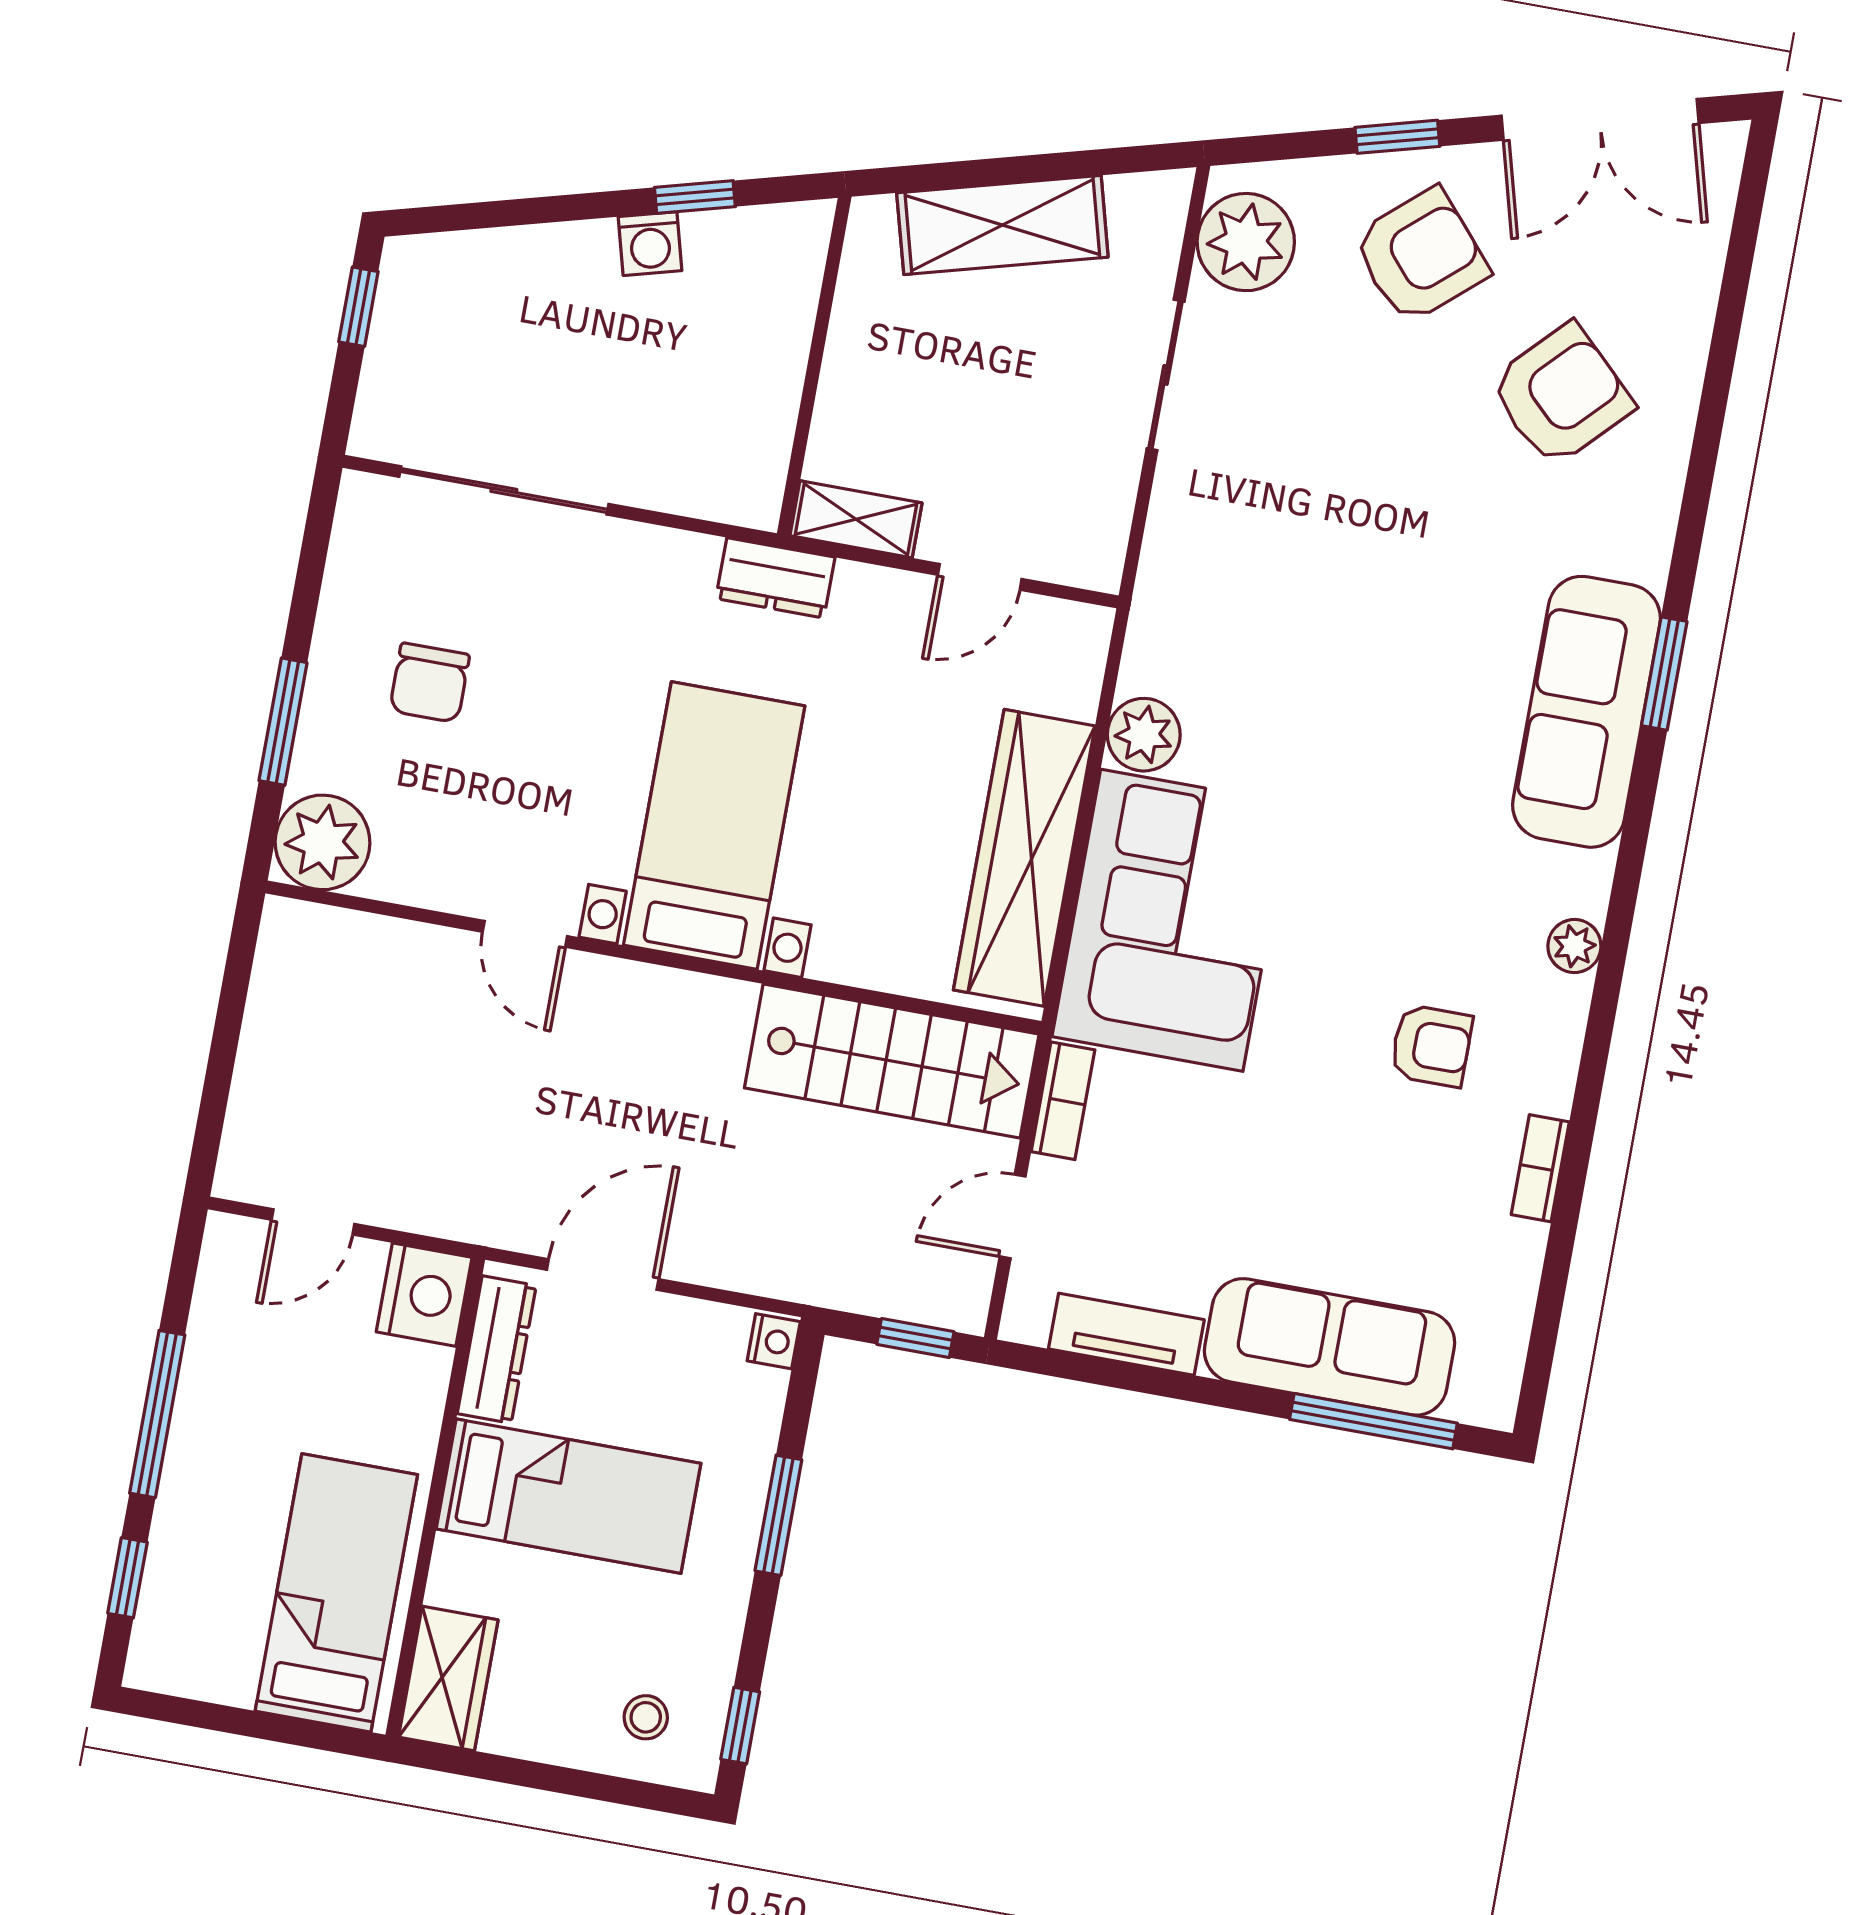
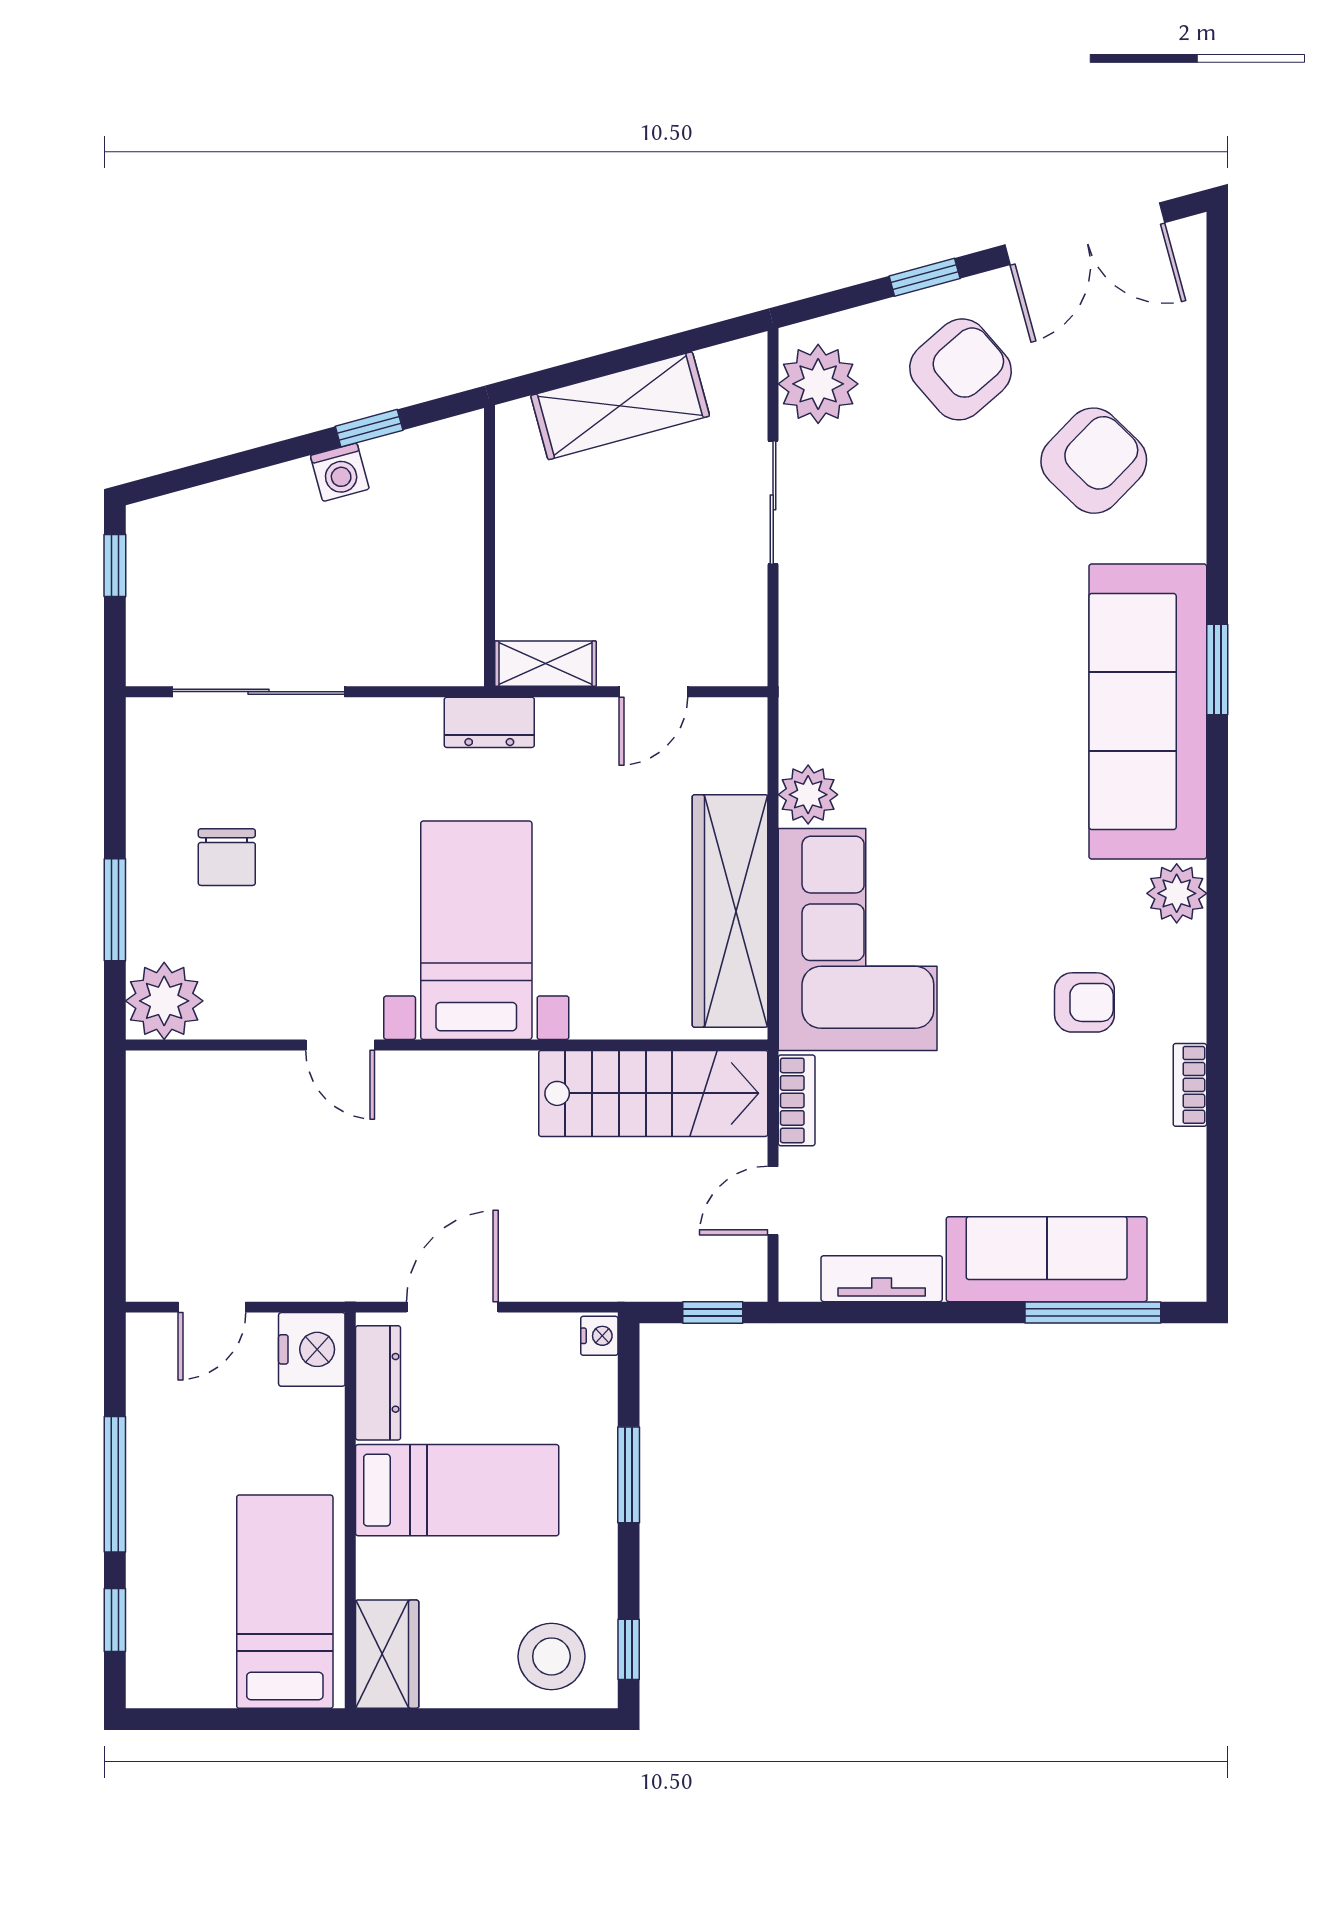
sofa: (1586, 712) -> (1148, 712), width x1.36, depth x1.27
plant: (1574, 946) -> (1177, 893), width x1.38, depth x1.38
stool: (646, 1717) -> (551, 1656), width x1.89, depth x1.89

